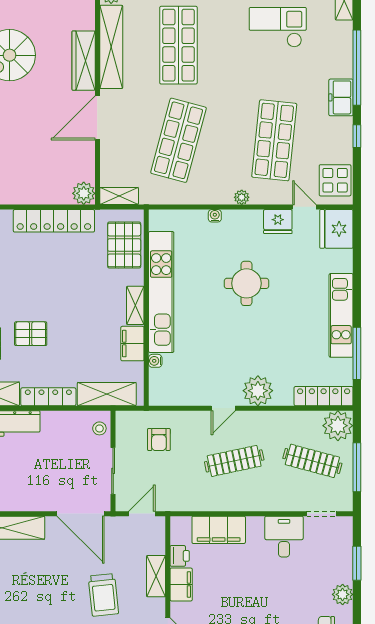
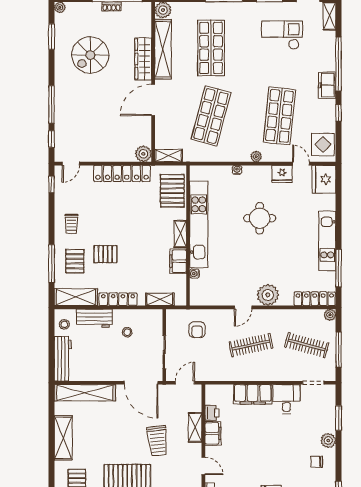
shelving: (107, 394) -> (160, 299), width x0.67, depth x0.75
plant: (338, 426) -> (330, 315), width x0.53, depth x0.53
stool: (99, 428) -> (127, 332), moved
filing cabinet: (219, 530) -> (253, 394), moved

